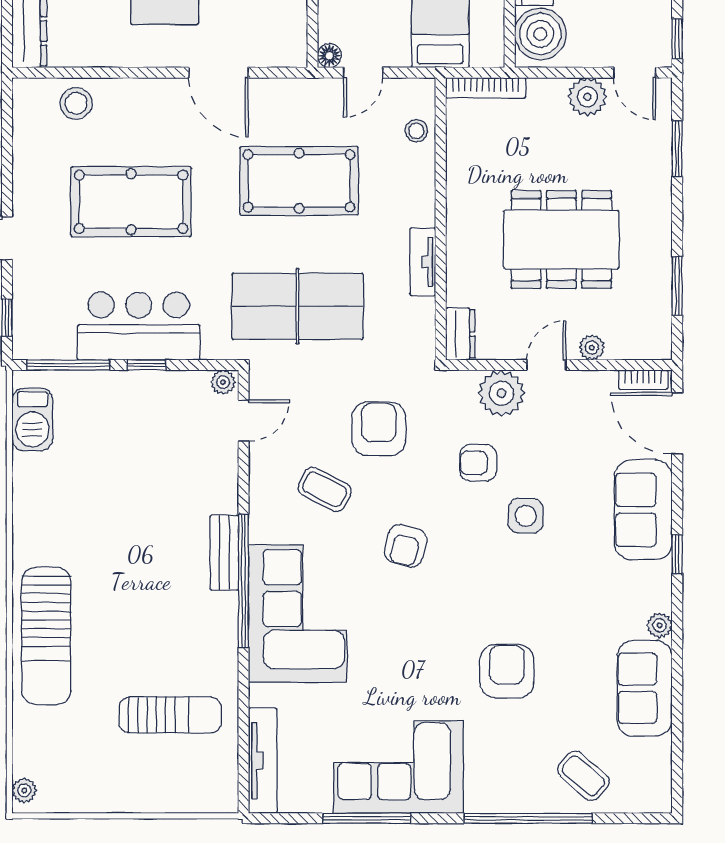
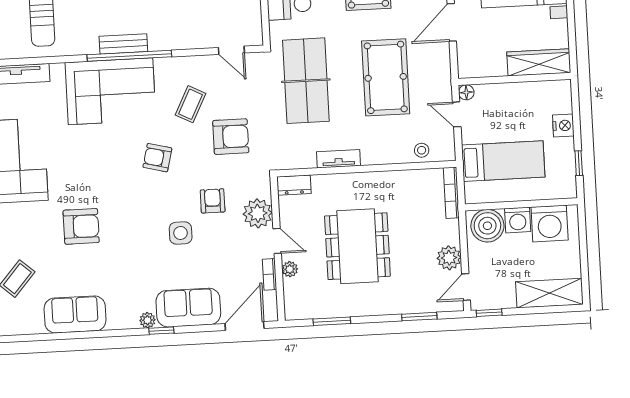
bookcase: (643, 380) -> (270, 274), moved
plant: (223, 382) -> (255, 36), removed
bench: (224, 553) -> (123, 44), moved
plant: (660, 625) -> (147, 320), moved

